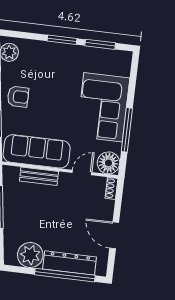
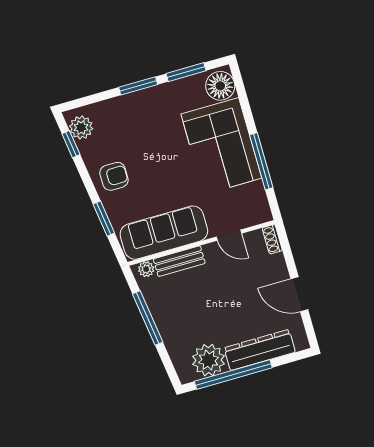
floor lamp: (108, 163) -> (220, 86), moved
plant: (13, 172) -> (146, 269), added
door: (82, 172) -> (229, 235), swing flipped
window: (65, 275) -> (233, 374), moved

